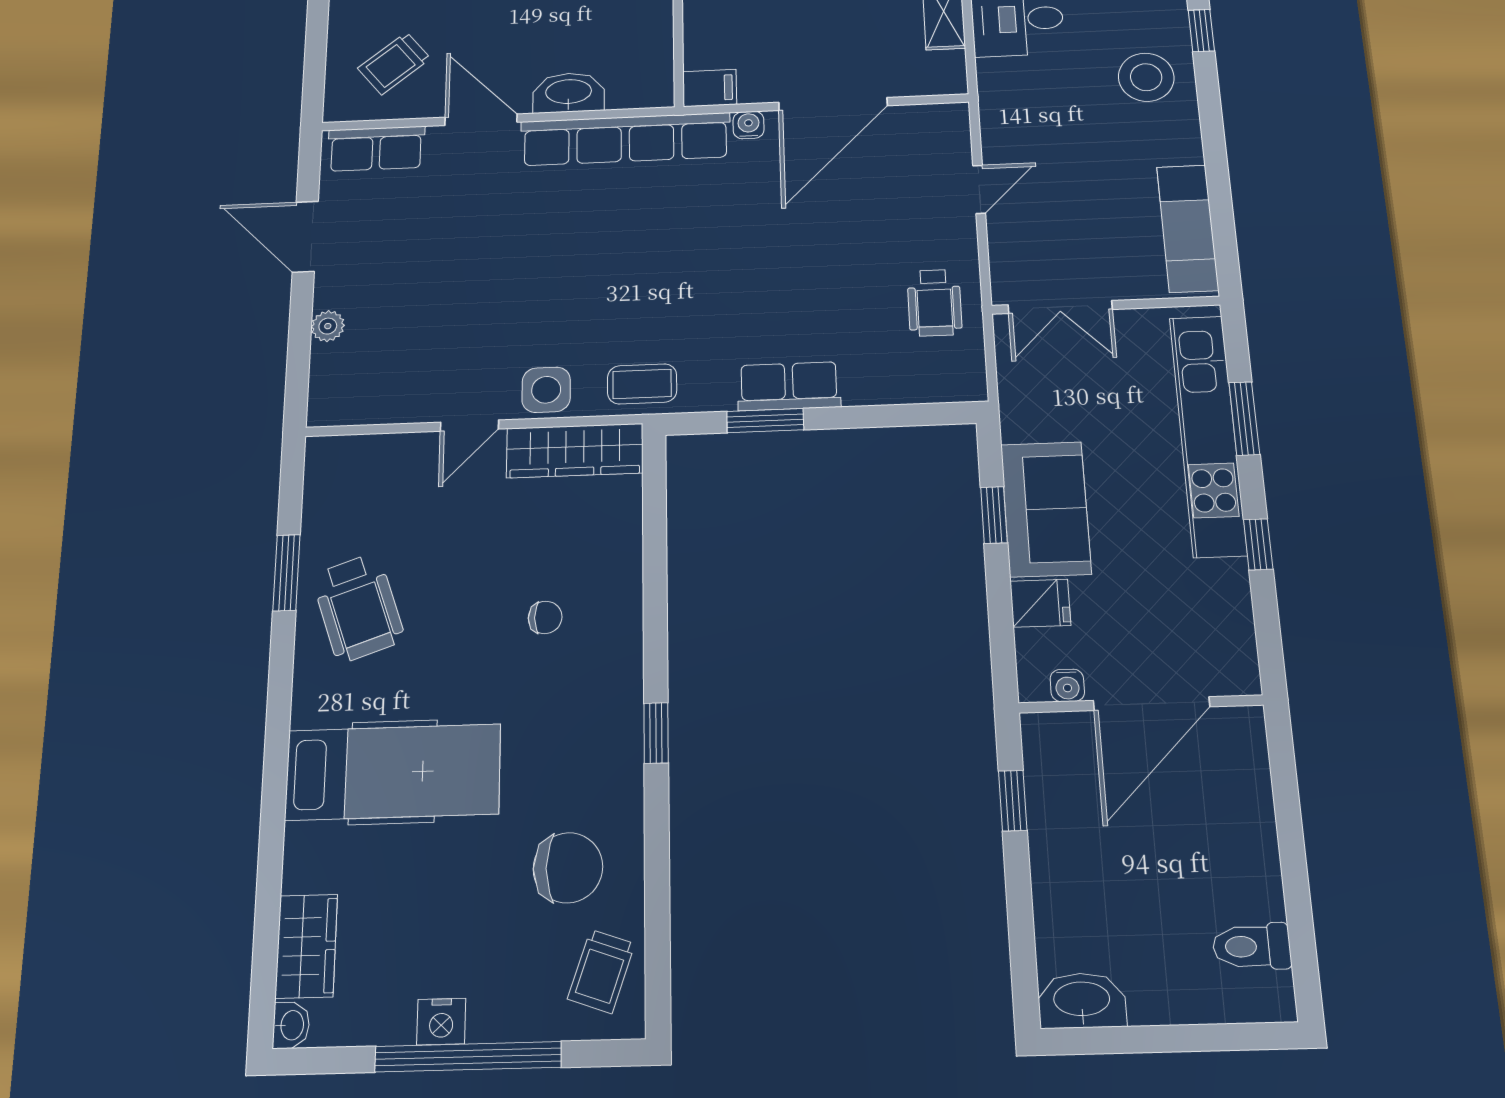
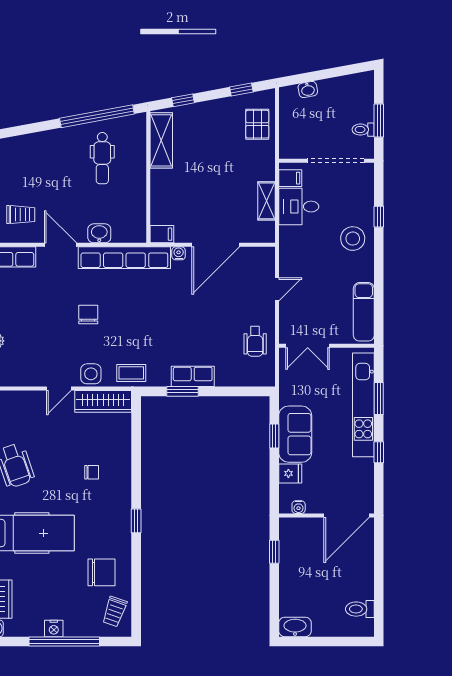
trolley: (394, 63) -> (21, 215), turned -141
washbasin: (569, 93) -> (99, 233), width x0.72
chair: (542, 261) -> (88, 315), added
door: (1151, 704) -> (347, 515), moved

